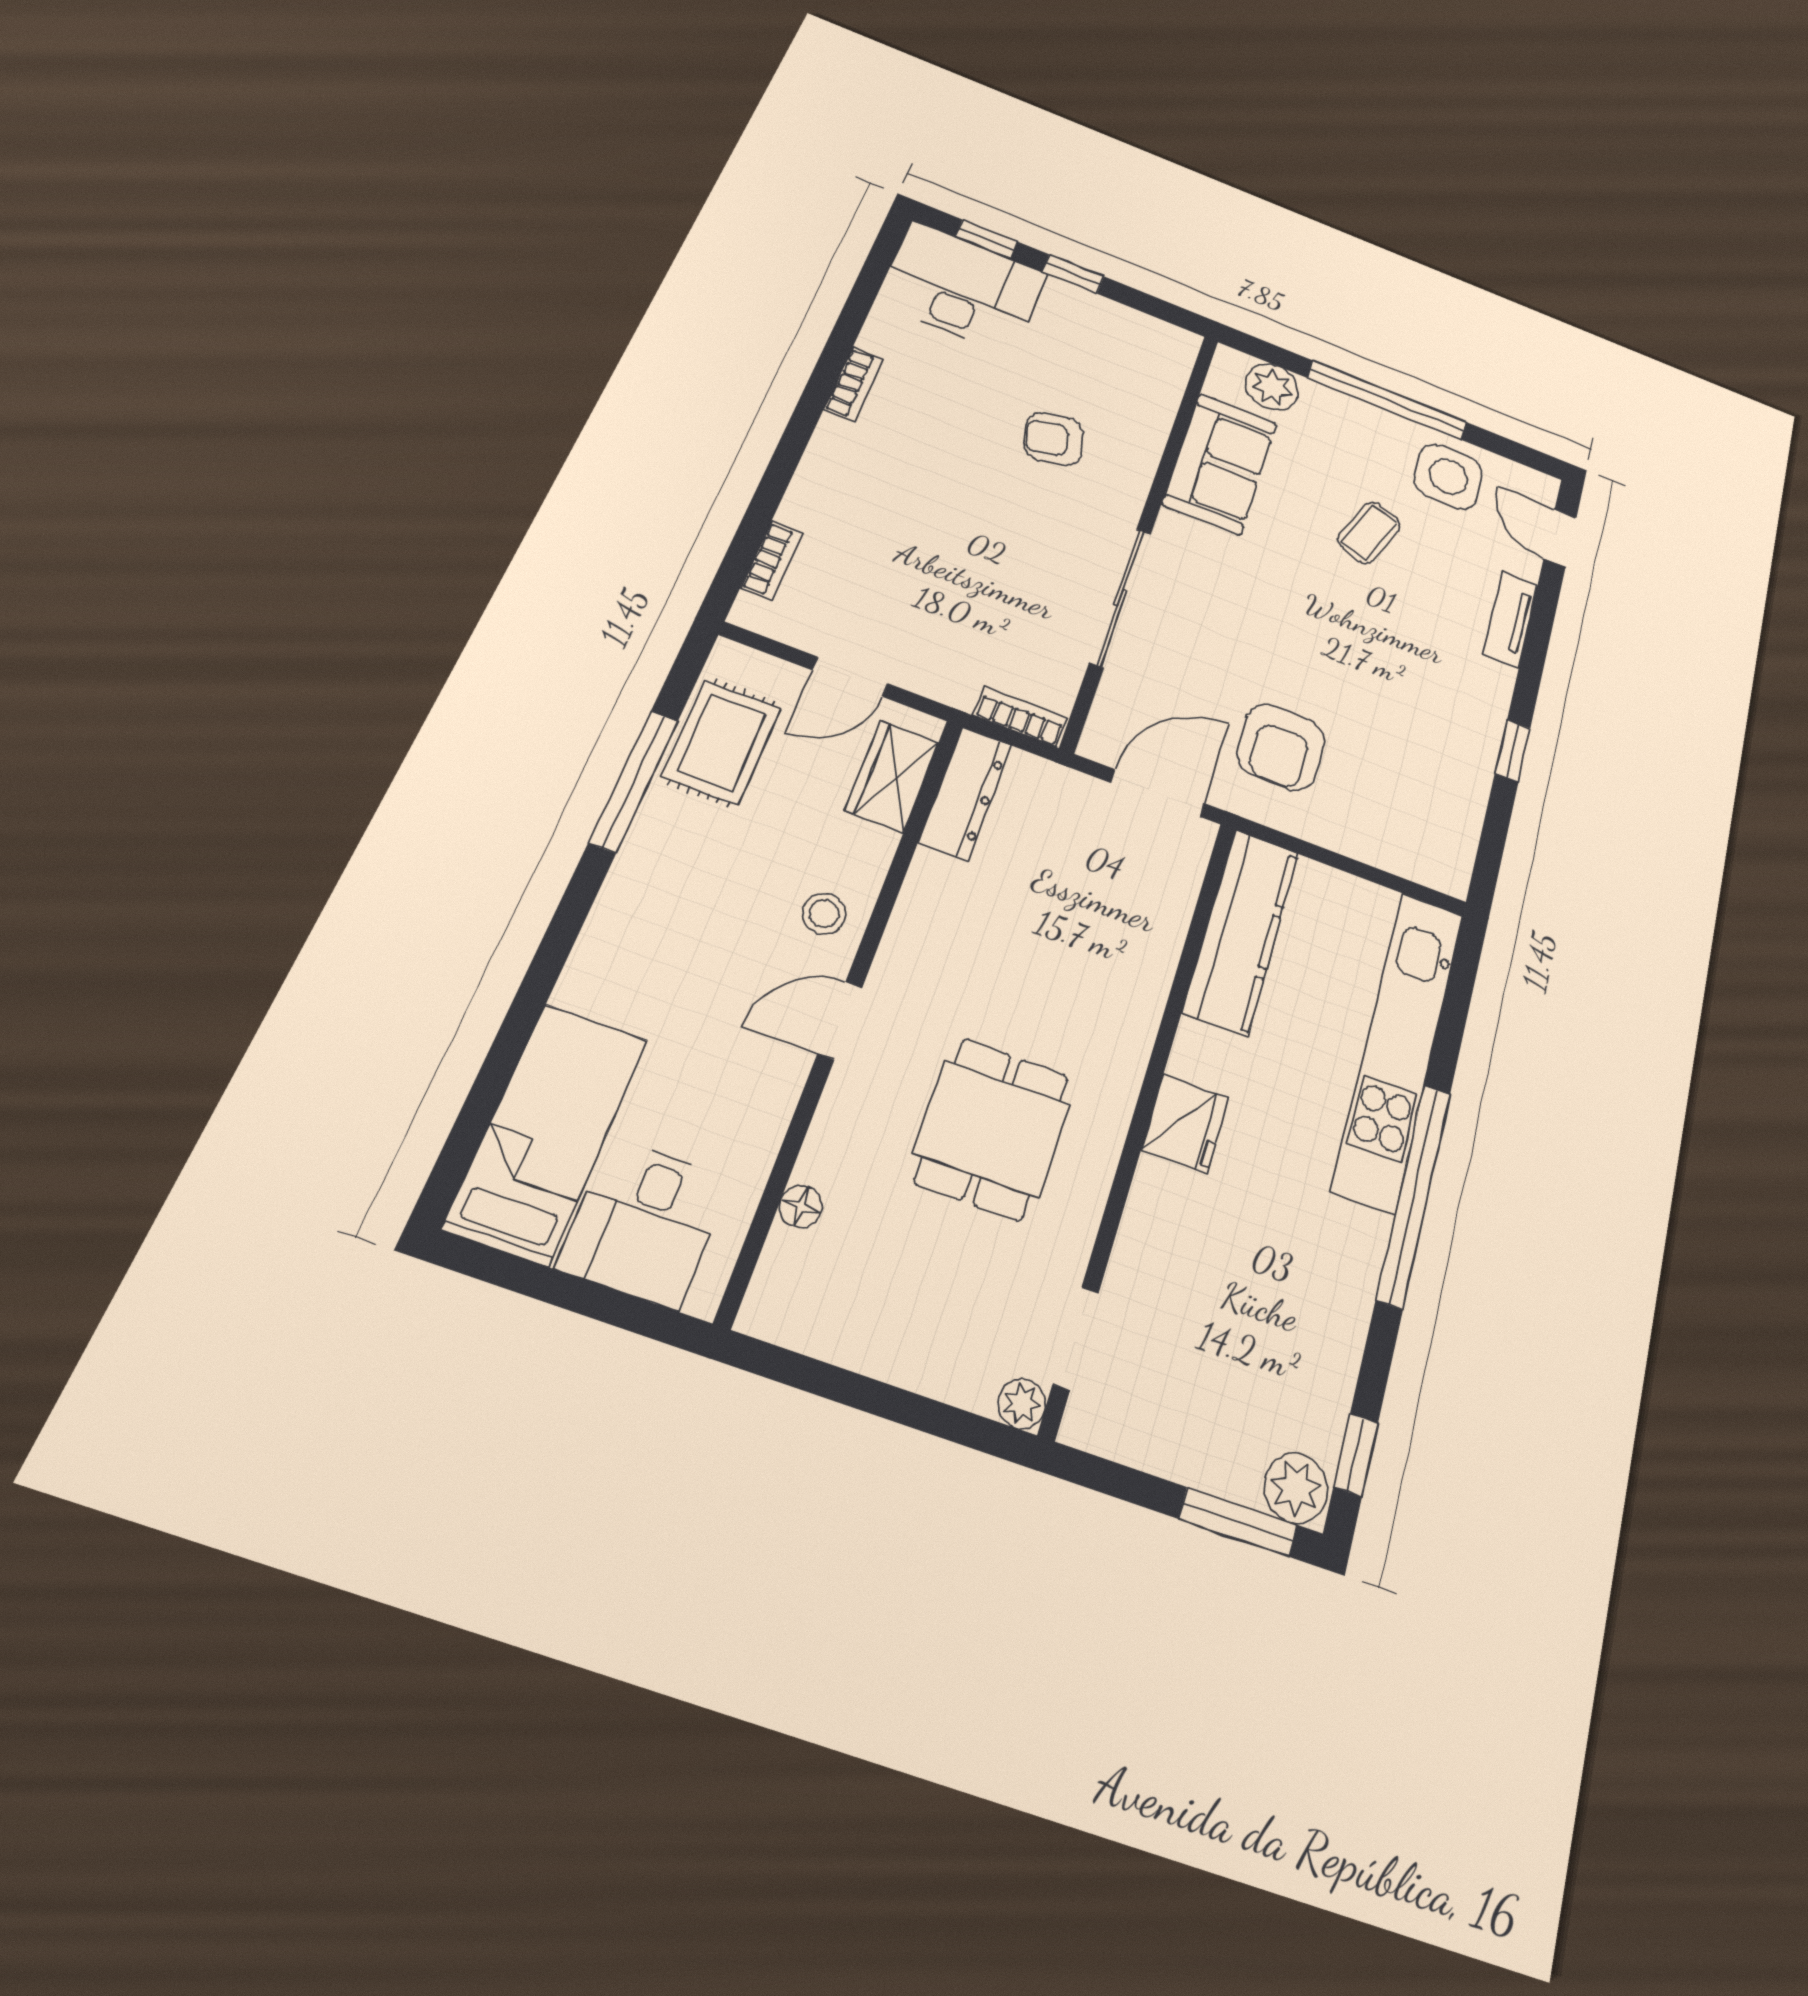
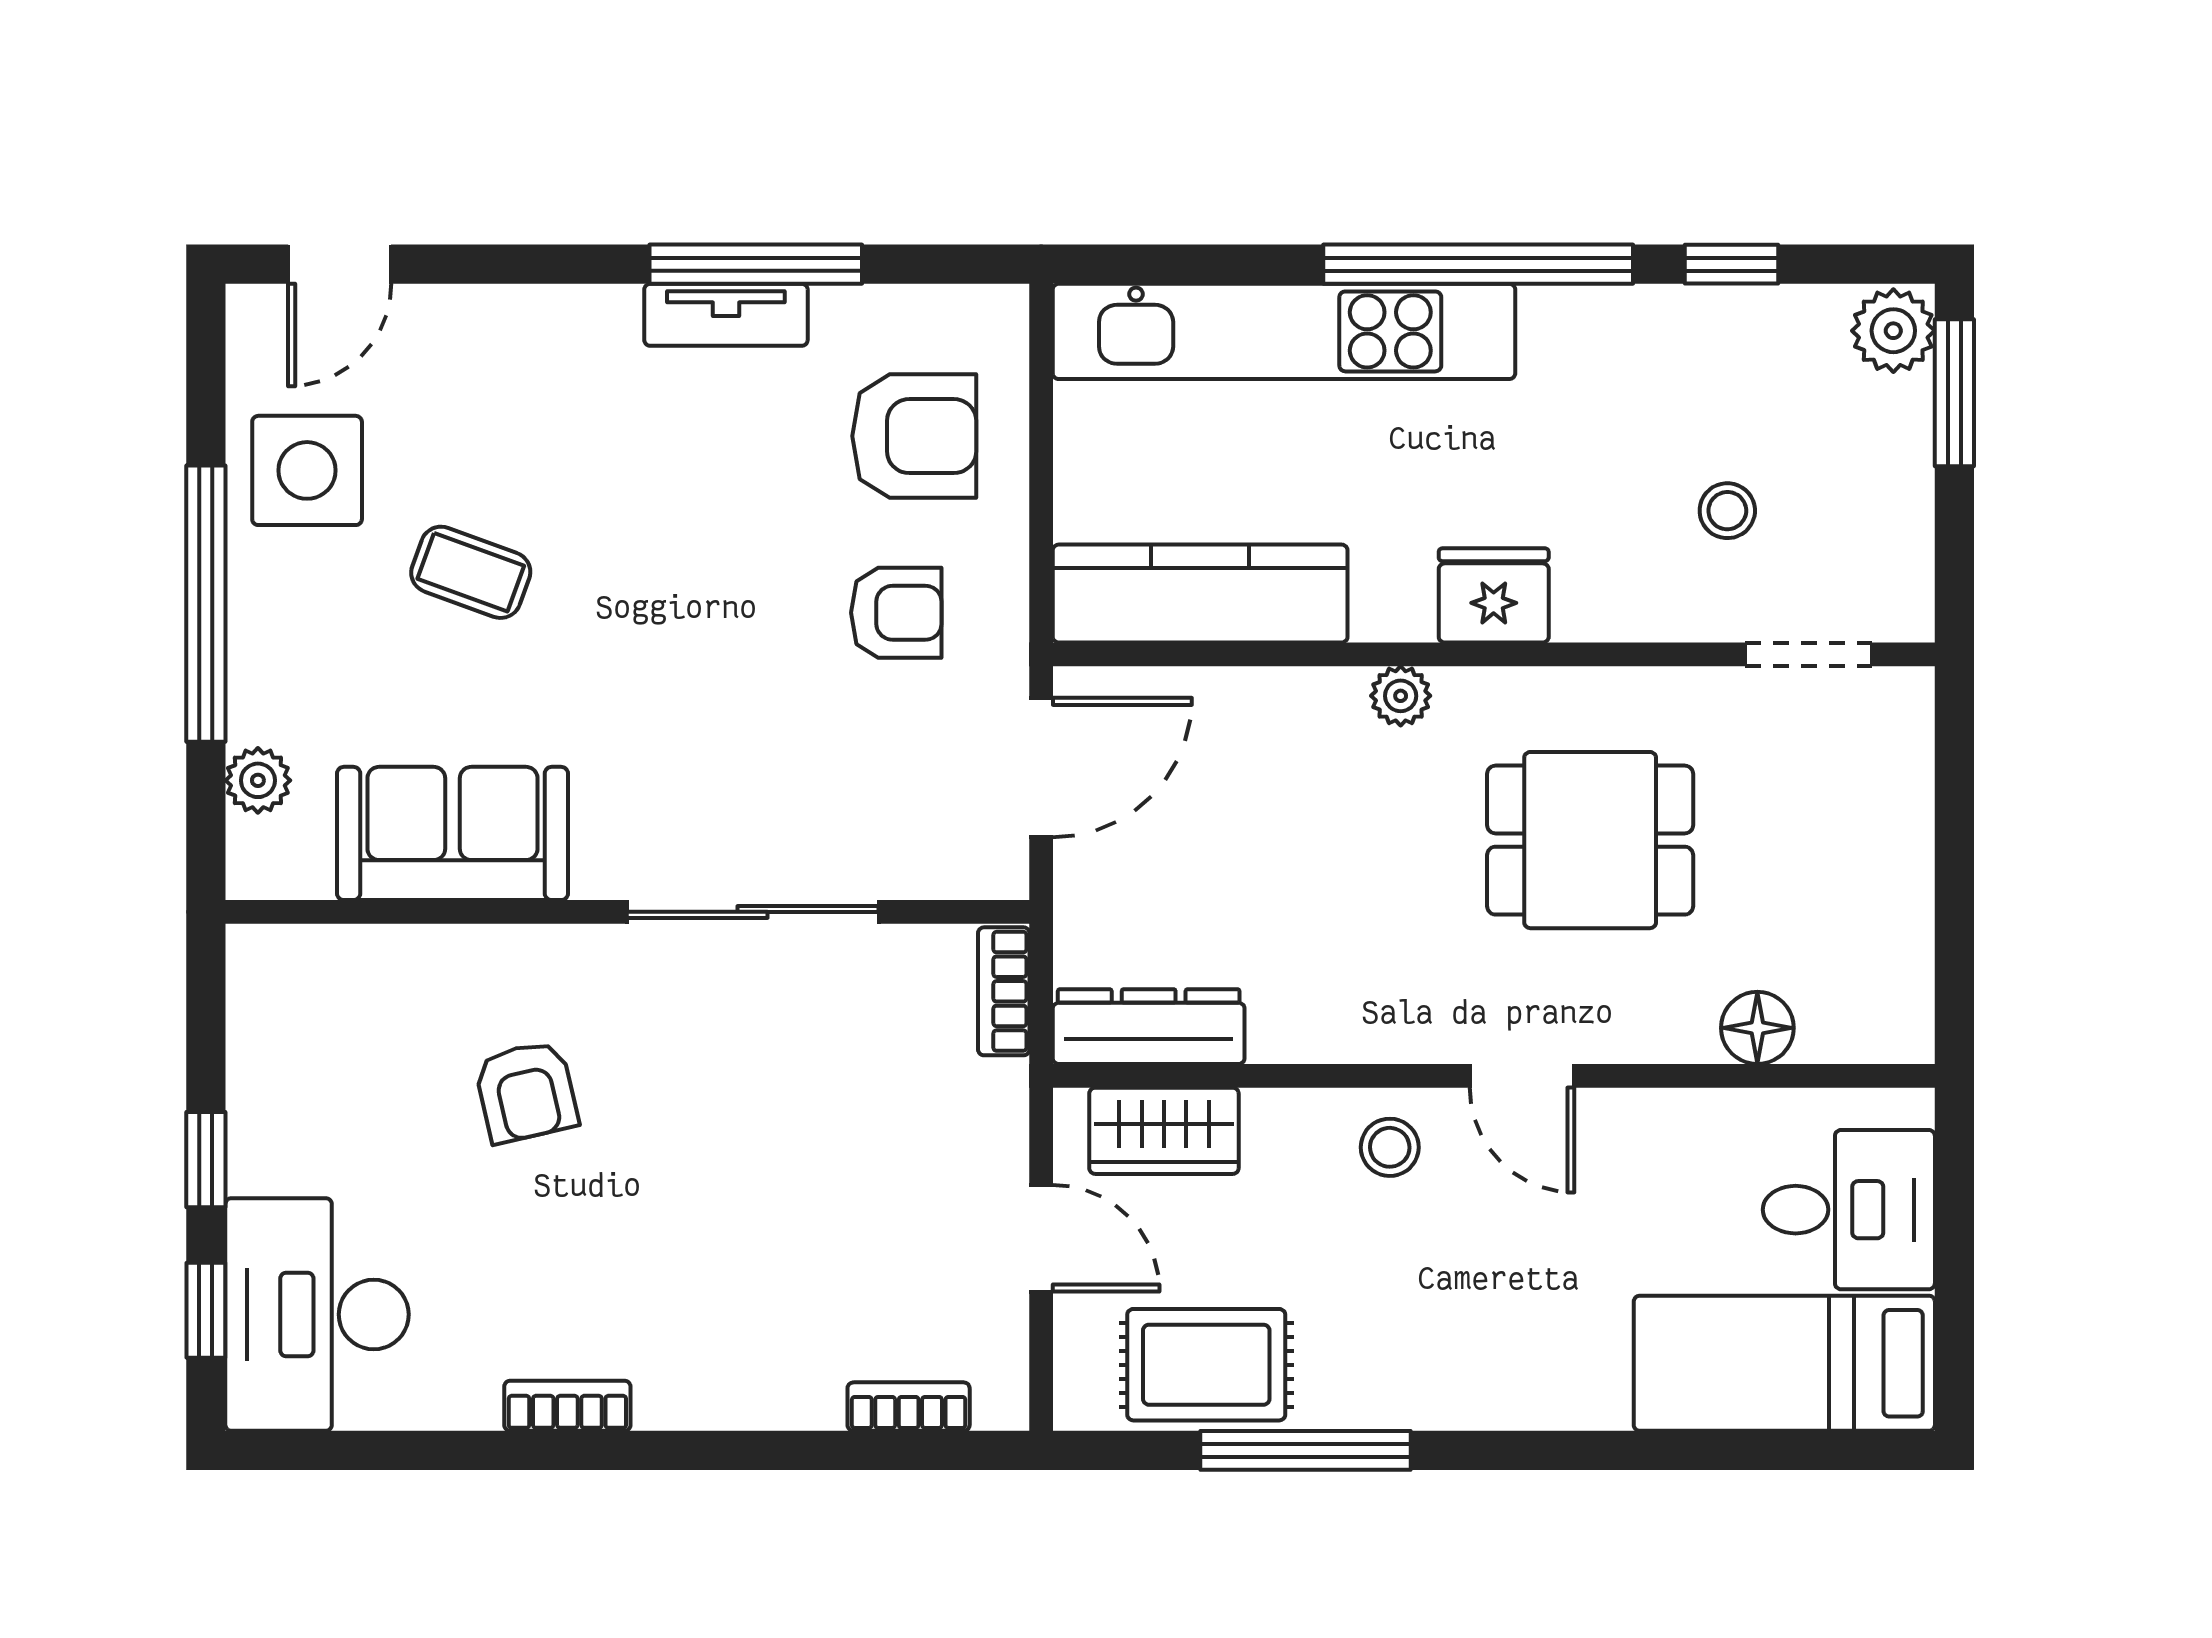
plant: (1272, 387) -> (258, 780), width x0.73, depth x0.73
tv unit: (1510, 619) -> (726, 315), moved
armchair: (1281, 747) -> (896, 613), width x0.72, depth x0.72
window: (1513, 751) -> (756, 264), width x2.17
door: (1158, 793) -> (1041, 768), swing flipped
armchair: (1387, 799) -> (914, 436), added
floor lamp: (801, 1207) -> (1757, 1028), width x1.37, depth x1.37
stool: (1198, 1313) -> (1727, 511), added
plant: (1022, 1404) -> (1401, 696), moved
window: (1356, 1455) -> (1731, 264), moved

